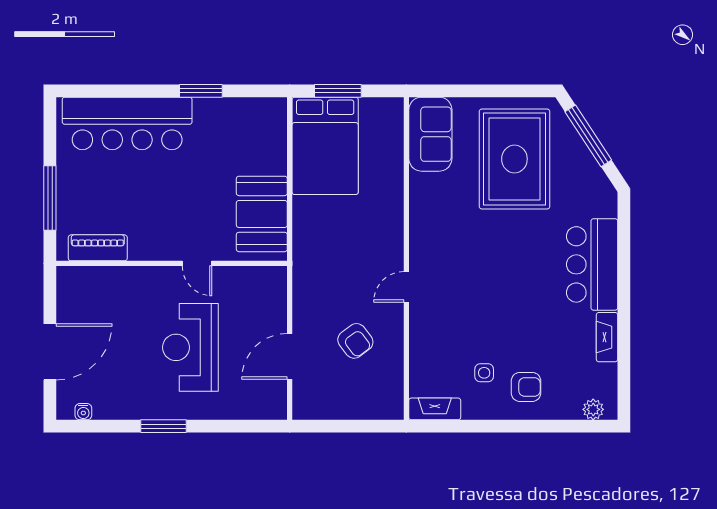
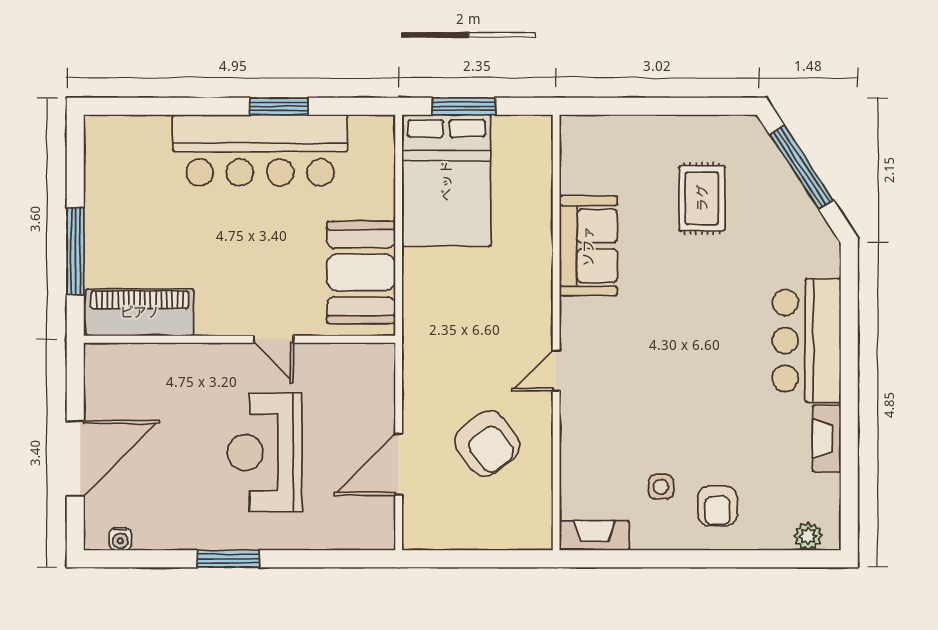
bar counter: (127, 123) -> (260, 150), moved
sofa: (430, 134) -> (588, 246), moved
rug: (514, 159) -> (702, 198), width x0.54, depth x0.49
piano: (98, 248) -> (140, 312), width x1.37, depth x1.33
armchair: (355, 341) -> (487, 444), width x1.38, depth x1.38
armchair: (526, 387) -> (717, 506), turned 90

